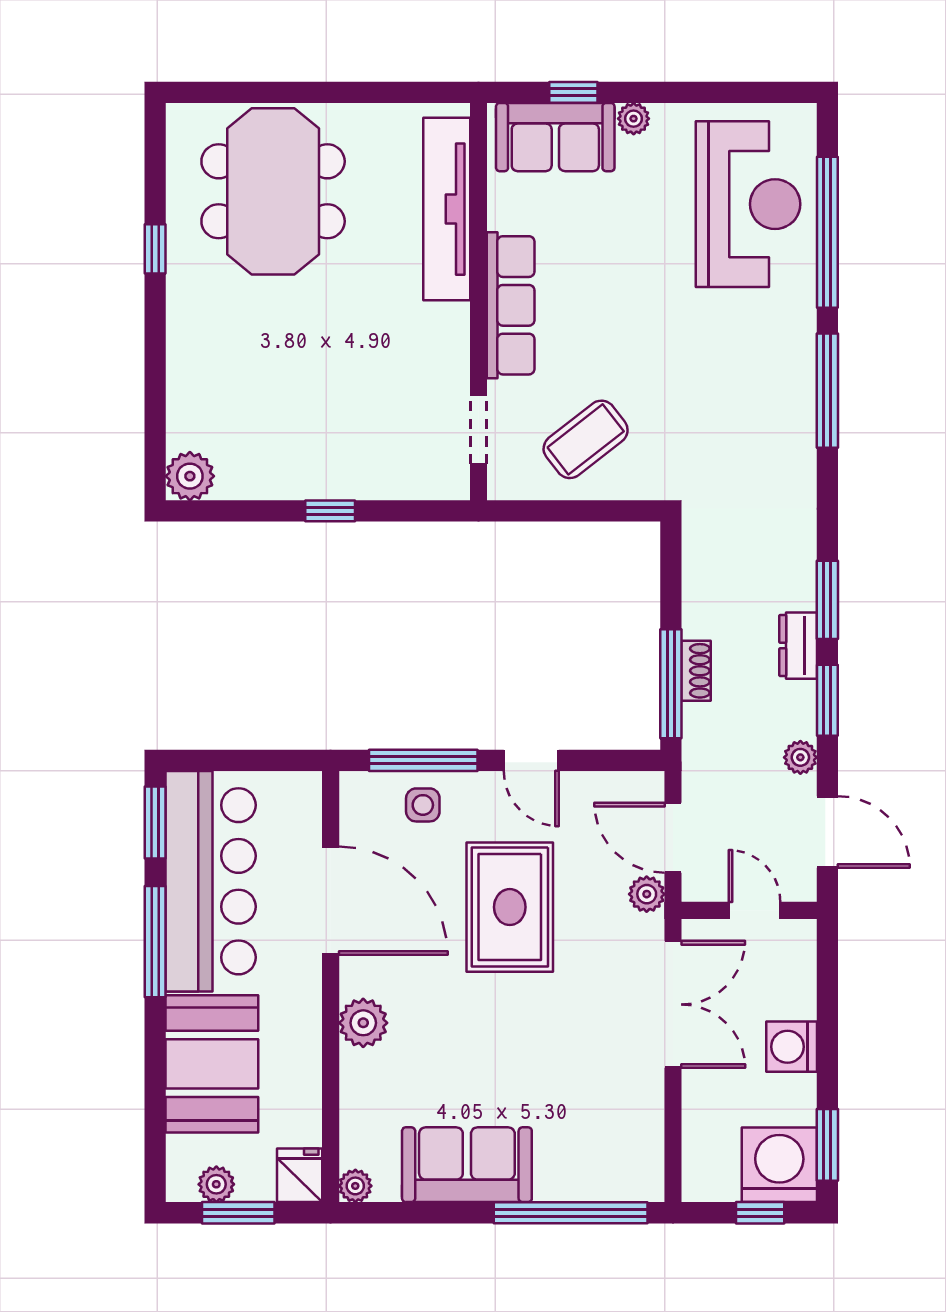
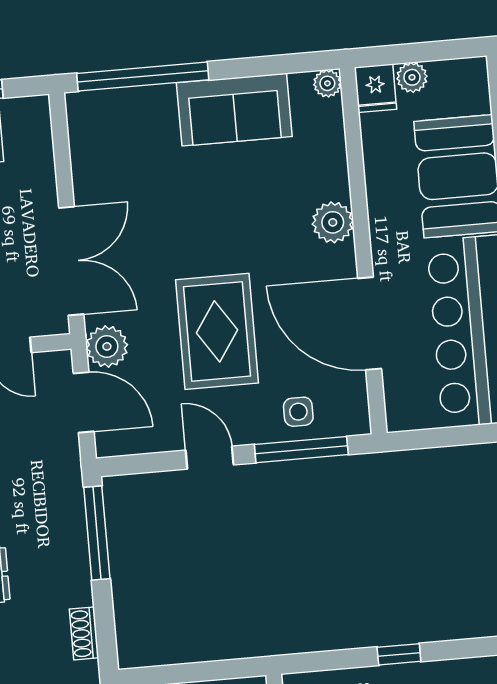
shoe rack: (696, 671) -> (84, 633), moved
plant: (647, 894) -> (107, 346), width x1.38, depth x1.38
double door: (673, 1004) -> (71, 261), swing flipped
plant: (216, 1184) -> (412, 77), moved
window: (238, 1213) -> (425, 52), removed

